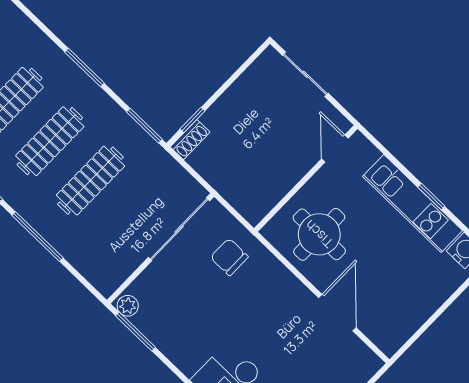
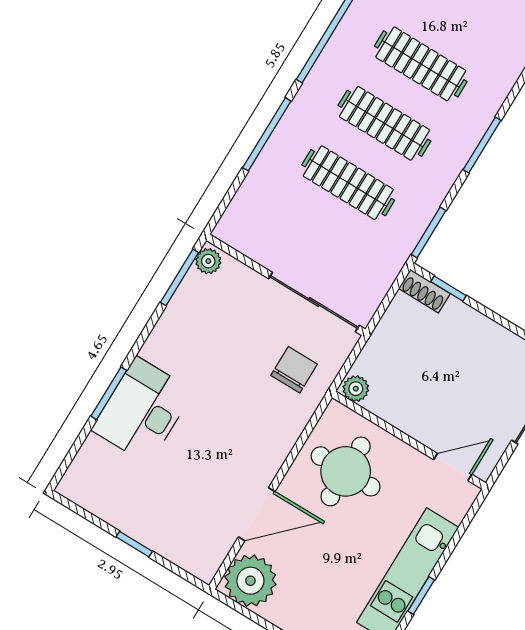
plant: (255, 211) -> (356, 389), added
plant: (389, 329) -> (250, 581), added

